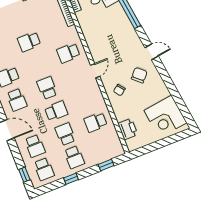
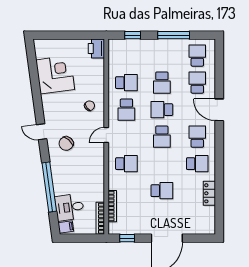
chair: (139, 75) -> (66, 144), moved
corner desk: (165, 117) -> (55, 75), moved
printer: (128, 129) -> (96, 49), moved
school desk: (74, 157) -> (126, 110), moved, turned 180
window: (24, 175) -> (219, 58), removed
window: (71, 179) -> (174, 35), width x2.17

